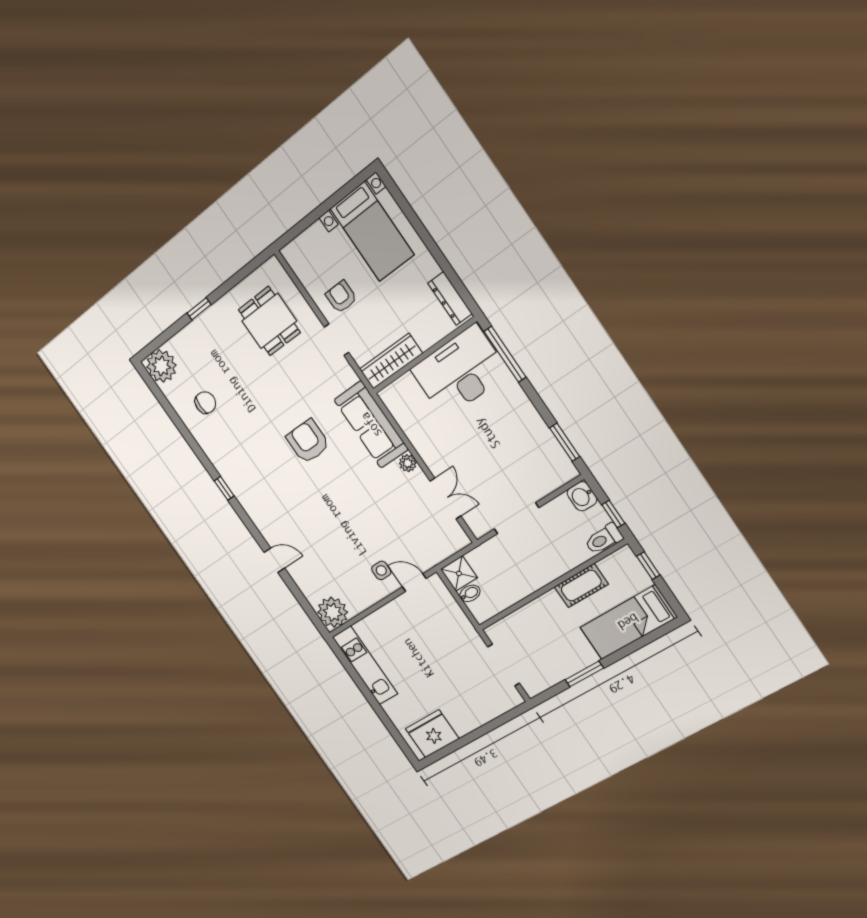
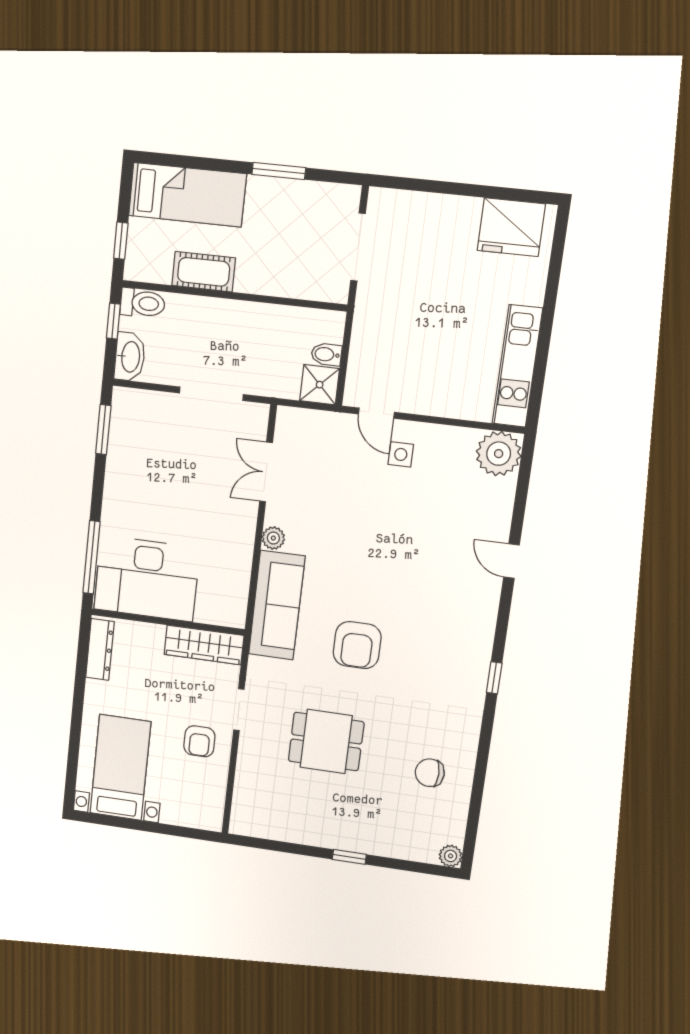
dining table: (269, 321) -> (326, 741), moved, turned 90
plant: (161, 366) -> (451, 856), width x0.53, depth x0.53
washbasin: (582, 496) -> (130, 357), width x1.38

